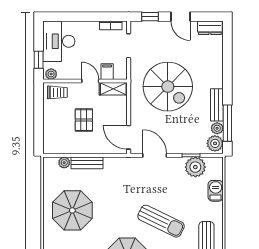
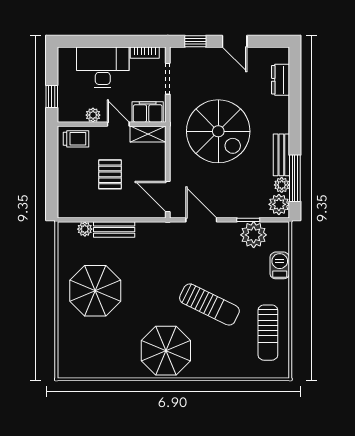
dresser: (210, 28) -> (281, 80), moved, turned 90
desk: (59, 41) -> (103, 67), moved, turned 90
filing cabinet: (107, 72) -> (148, 112), width x2.00
plant: (51, 74) -> (93, 115), moved

